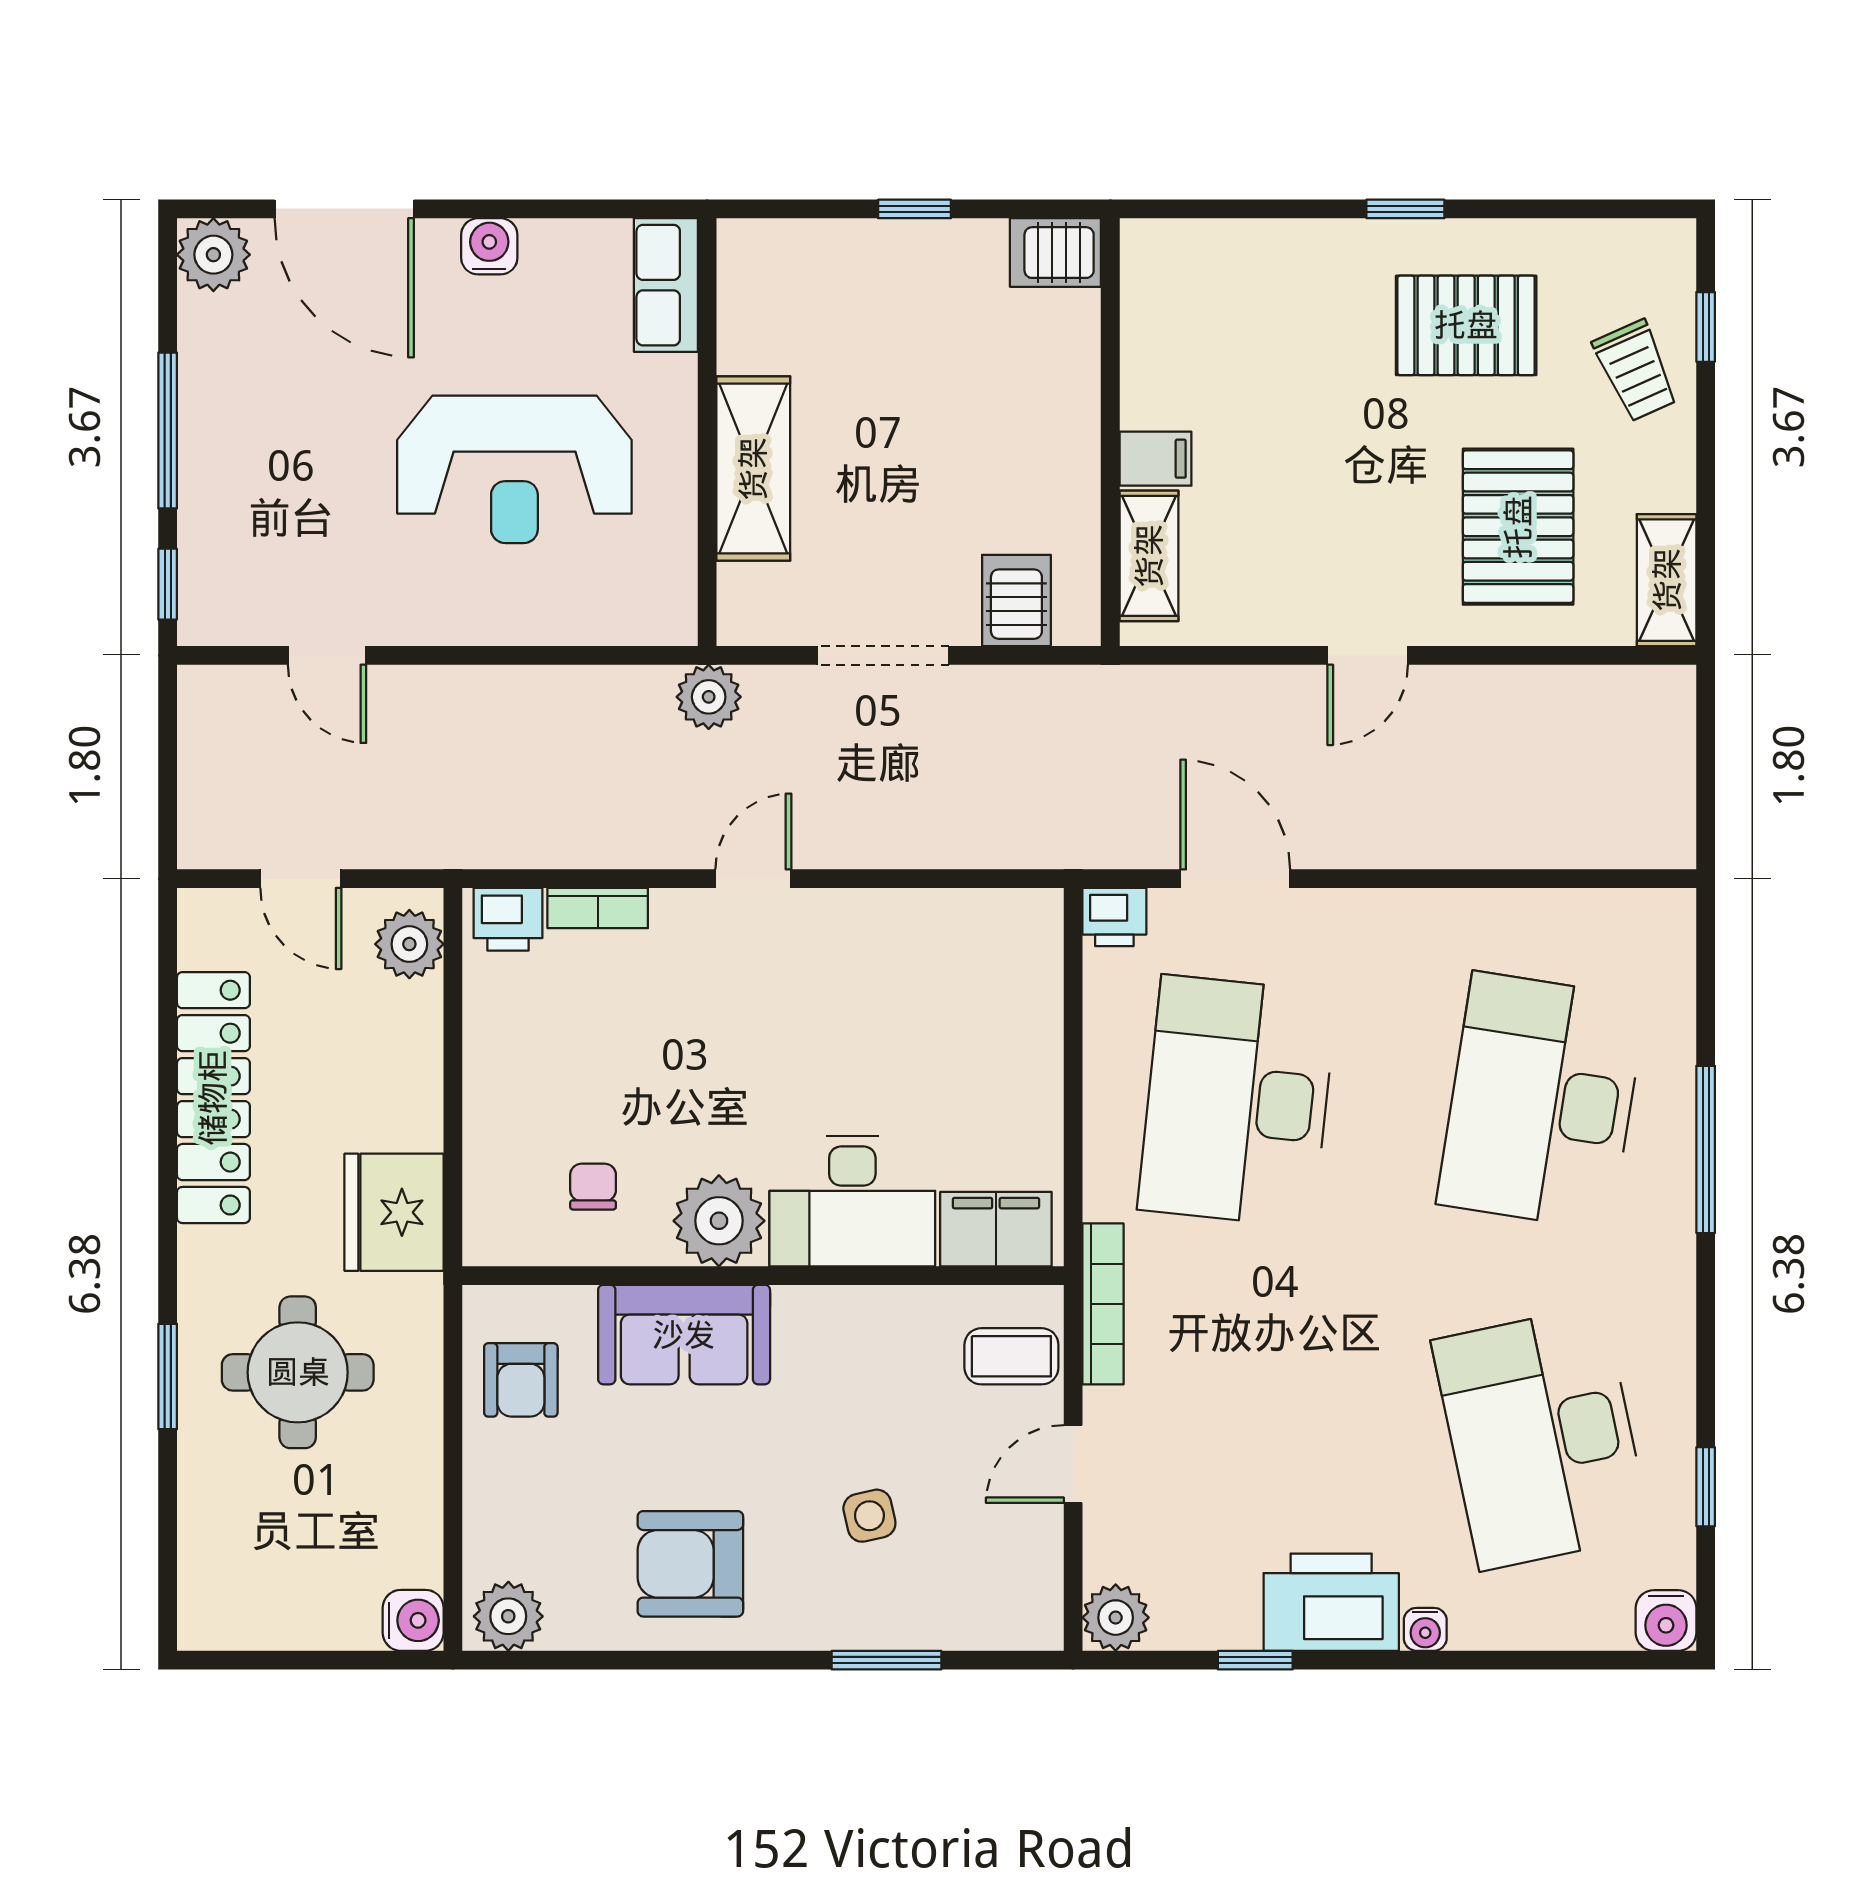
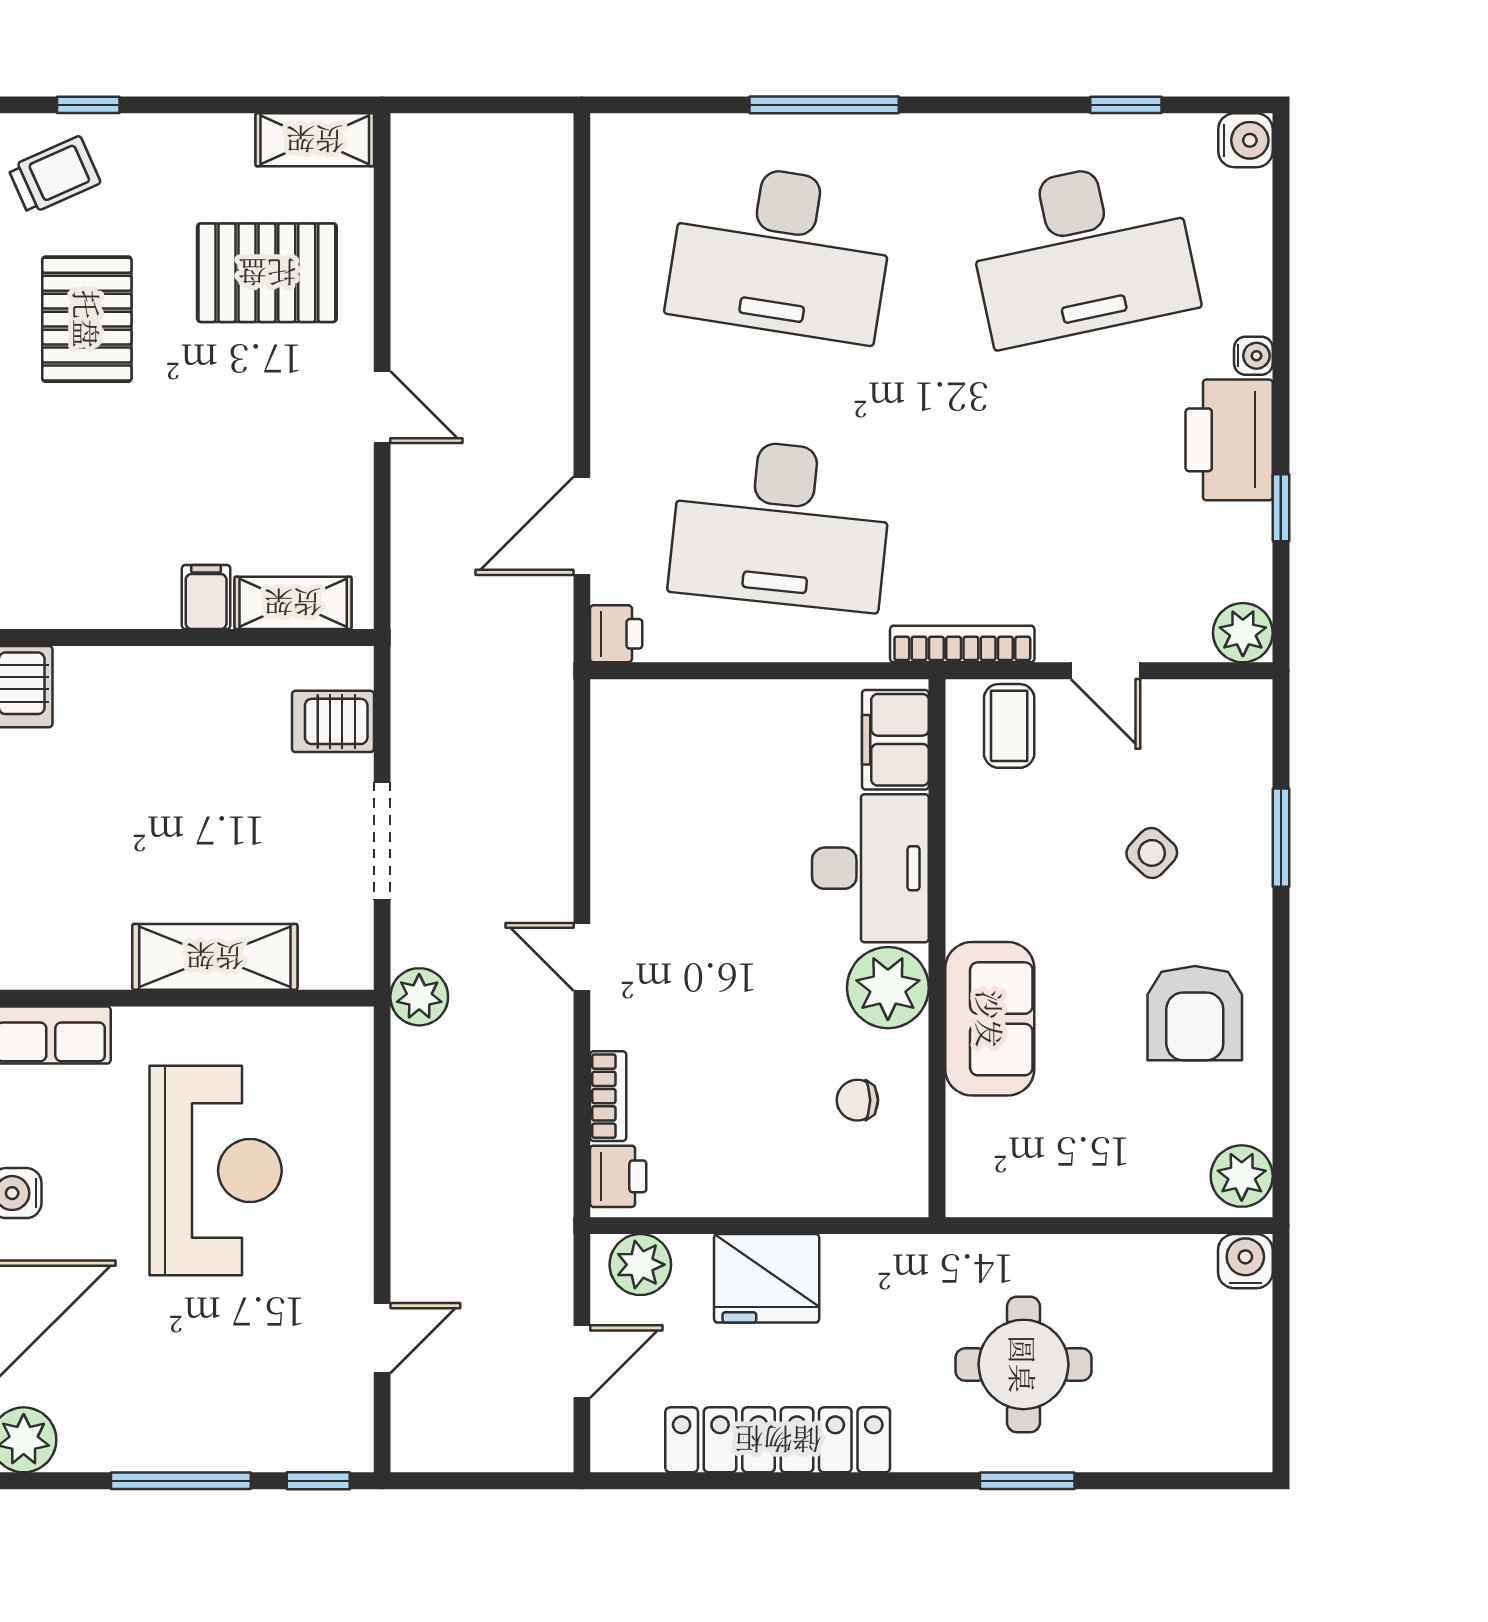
trolley: (1636, 371) -> (54, 175), moved
fridge: (394, 1212) -> (767, 1278), moved
armchair: (521, 1380) -> (1030, 1165), removed
side table: (869, 1516) -> (1152, 853), turned -34

